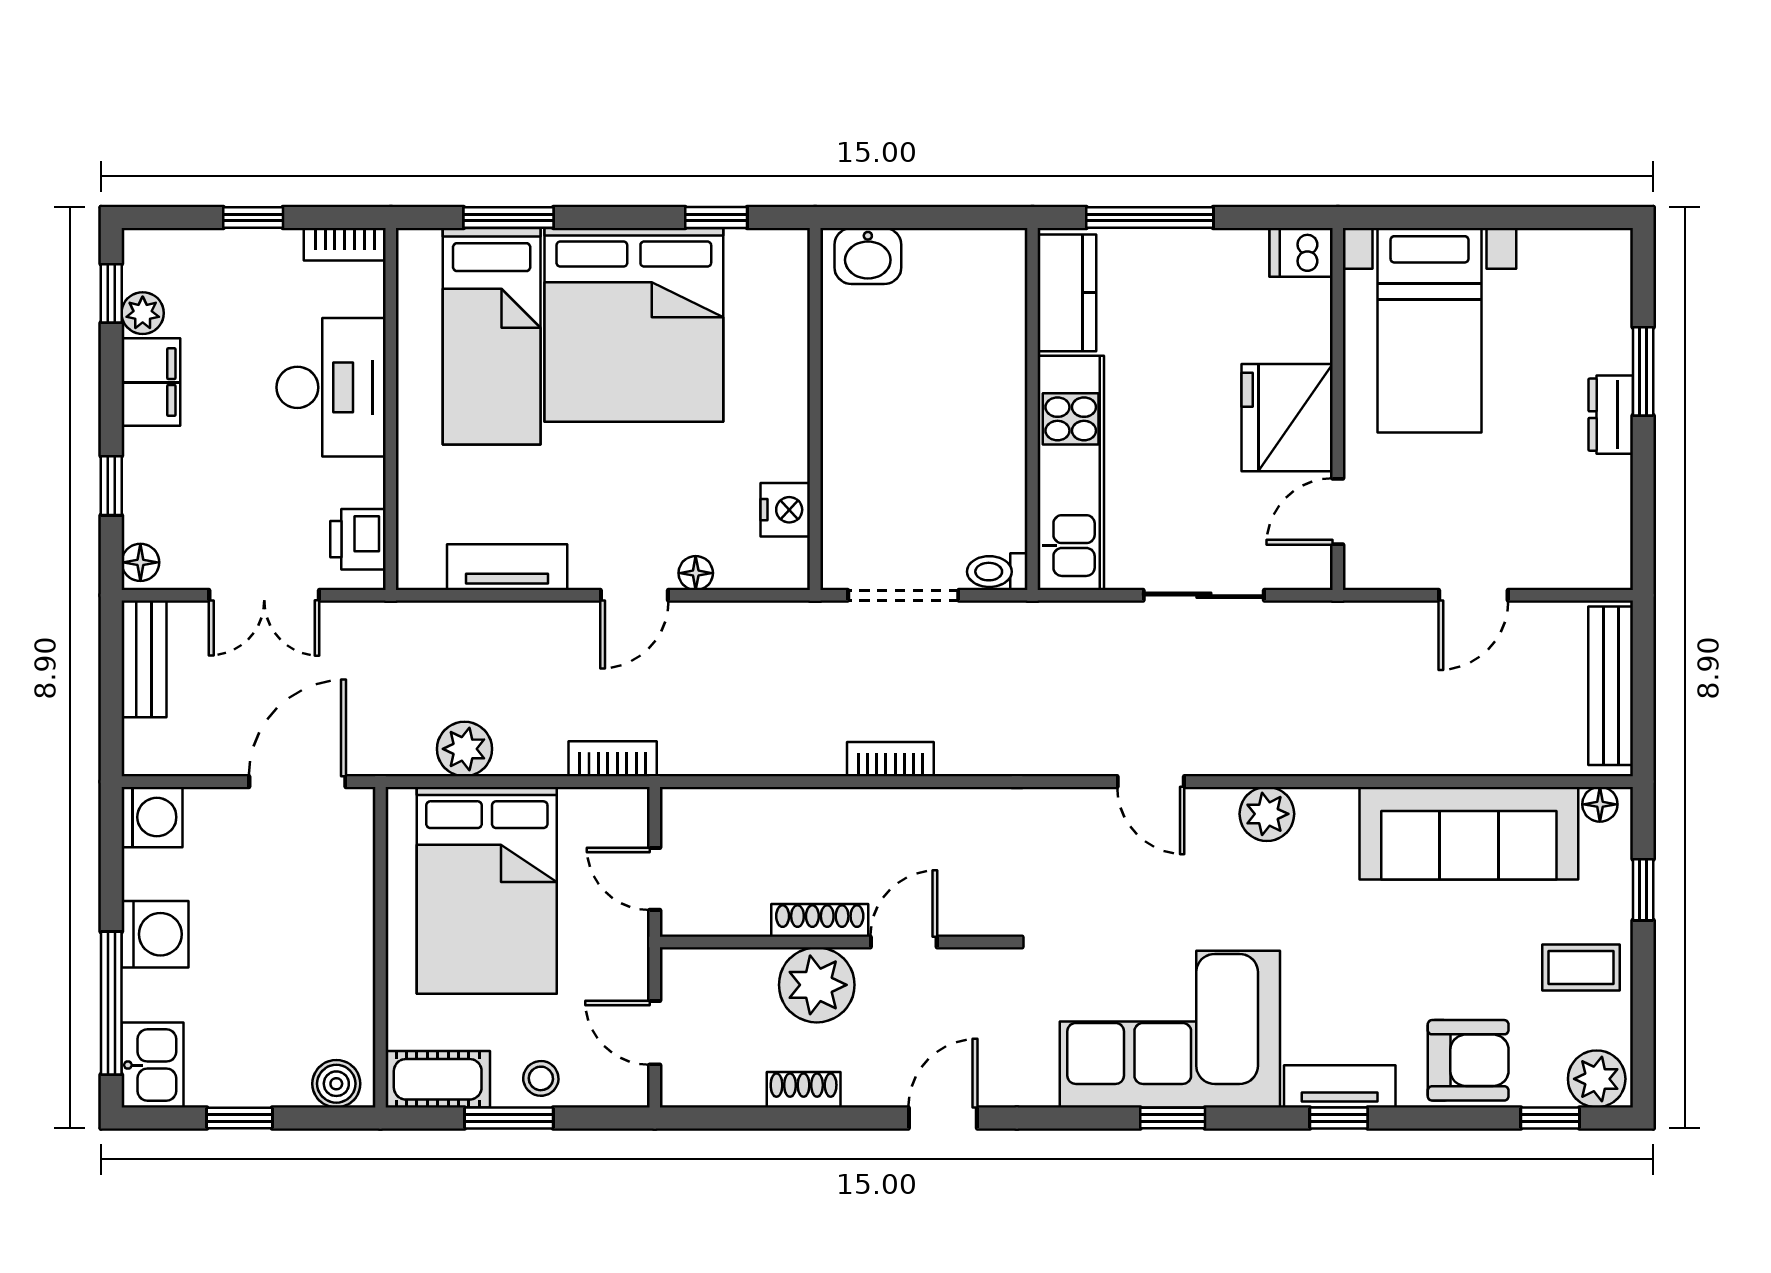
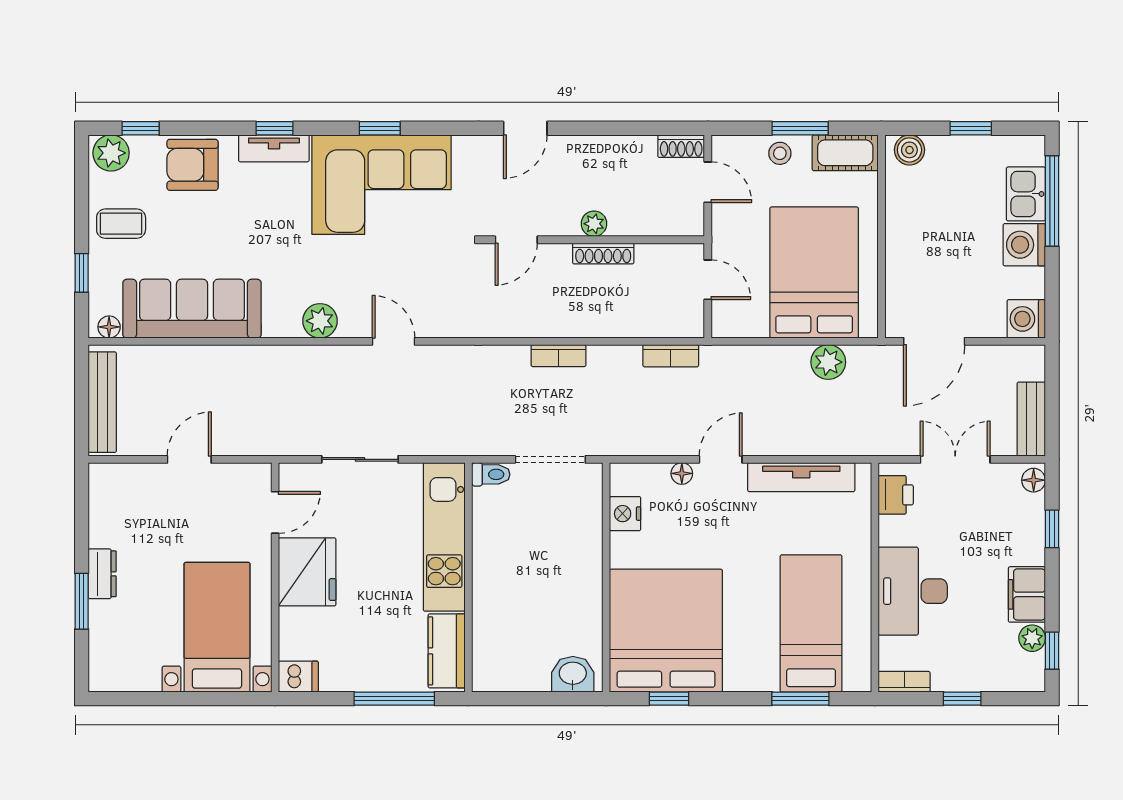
bed: (634, 325) -> (666, 631), moved
tv unit: (507, 567) -> (801, 477), width x1.41
bookcase: (613, 759) -> (671, 356), moved
door: (904, 942) -> (516, 240), moved
plant: (817, 985) -> (594, 224), width x0.53, depth x0.53
kitchen sink: (153, 1065) -> (1026, 194), moved
shoe rack: (804, 1090) -> (681, 146), moved

